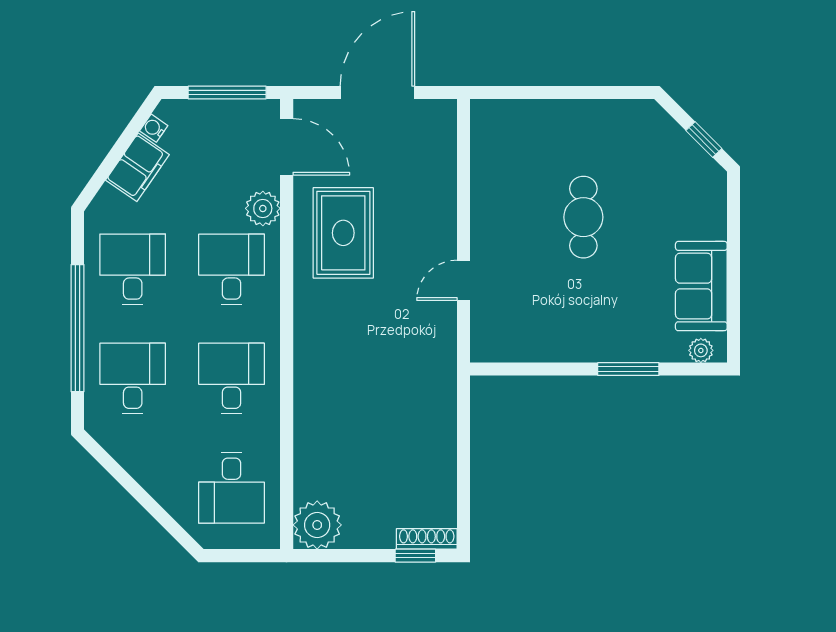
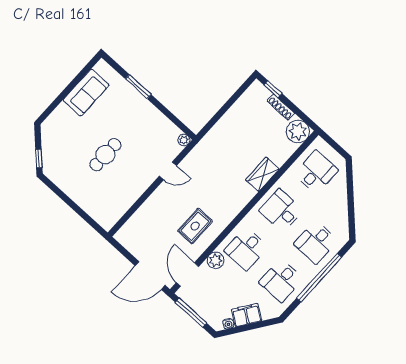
door: (377, 93) -> (150, 275), moved
window: (704, 139) -> (39, 158), moved
rug: (343, 233) -> (195, 226), width x0.73, depth x0.70
plant: (701, 350) -> (184, 140), moved
desk: (231, 379) -> (281, 210), turned 90
wardrobe: (312, 408) -> (262, 174), added
shoe rack: (427, 539) -> (281, 107), moved

